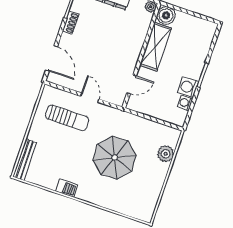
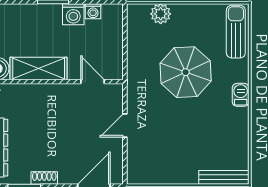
sun lounger: (67, 118) -> (236, 32), moved
barbecue: (67, 188) -> (241, 95), moved

